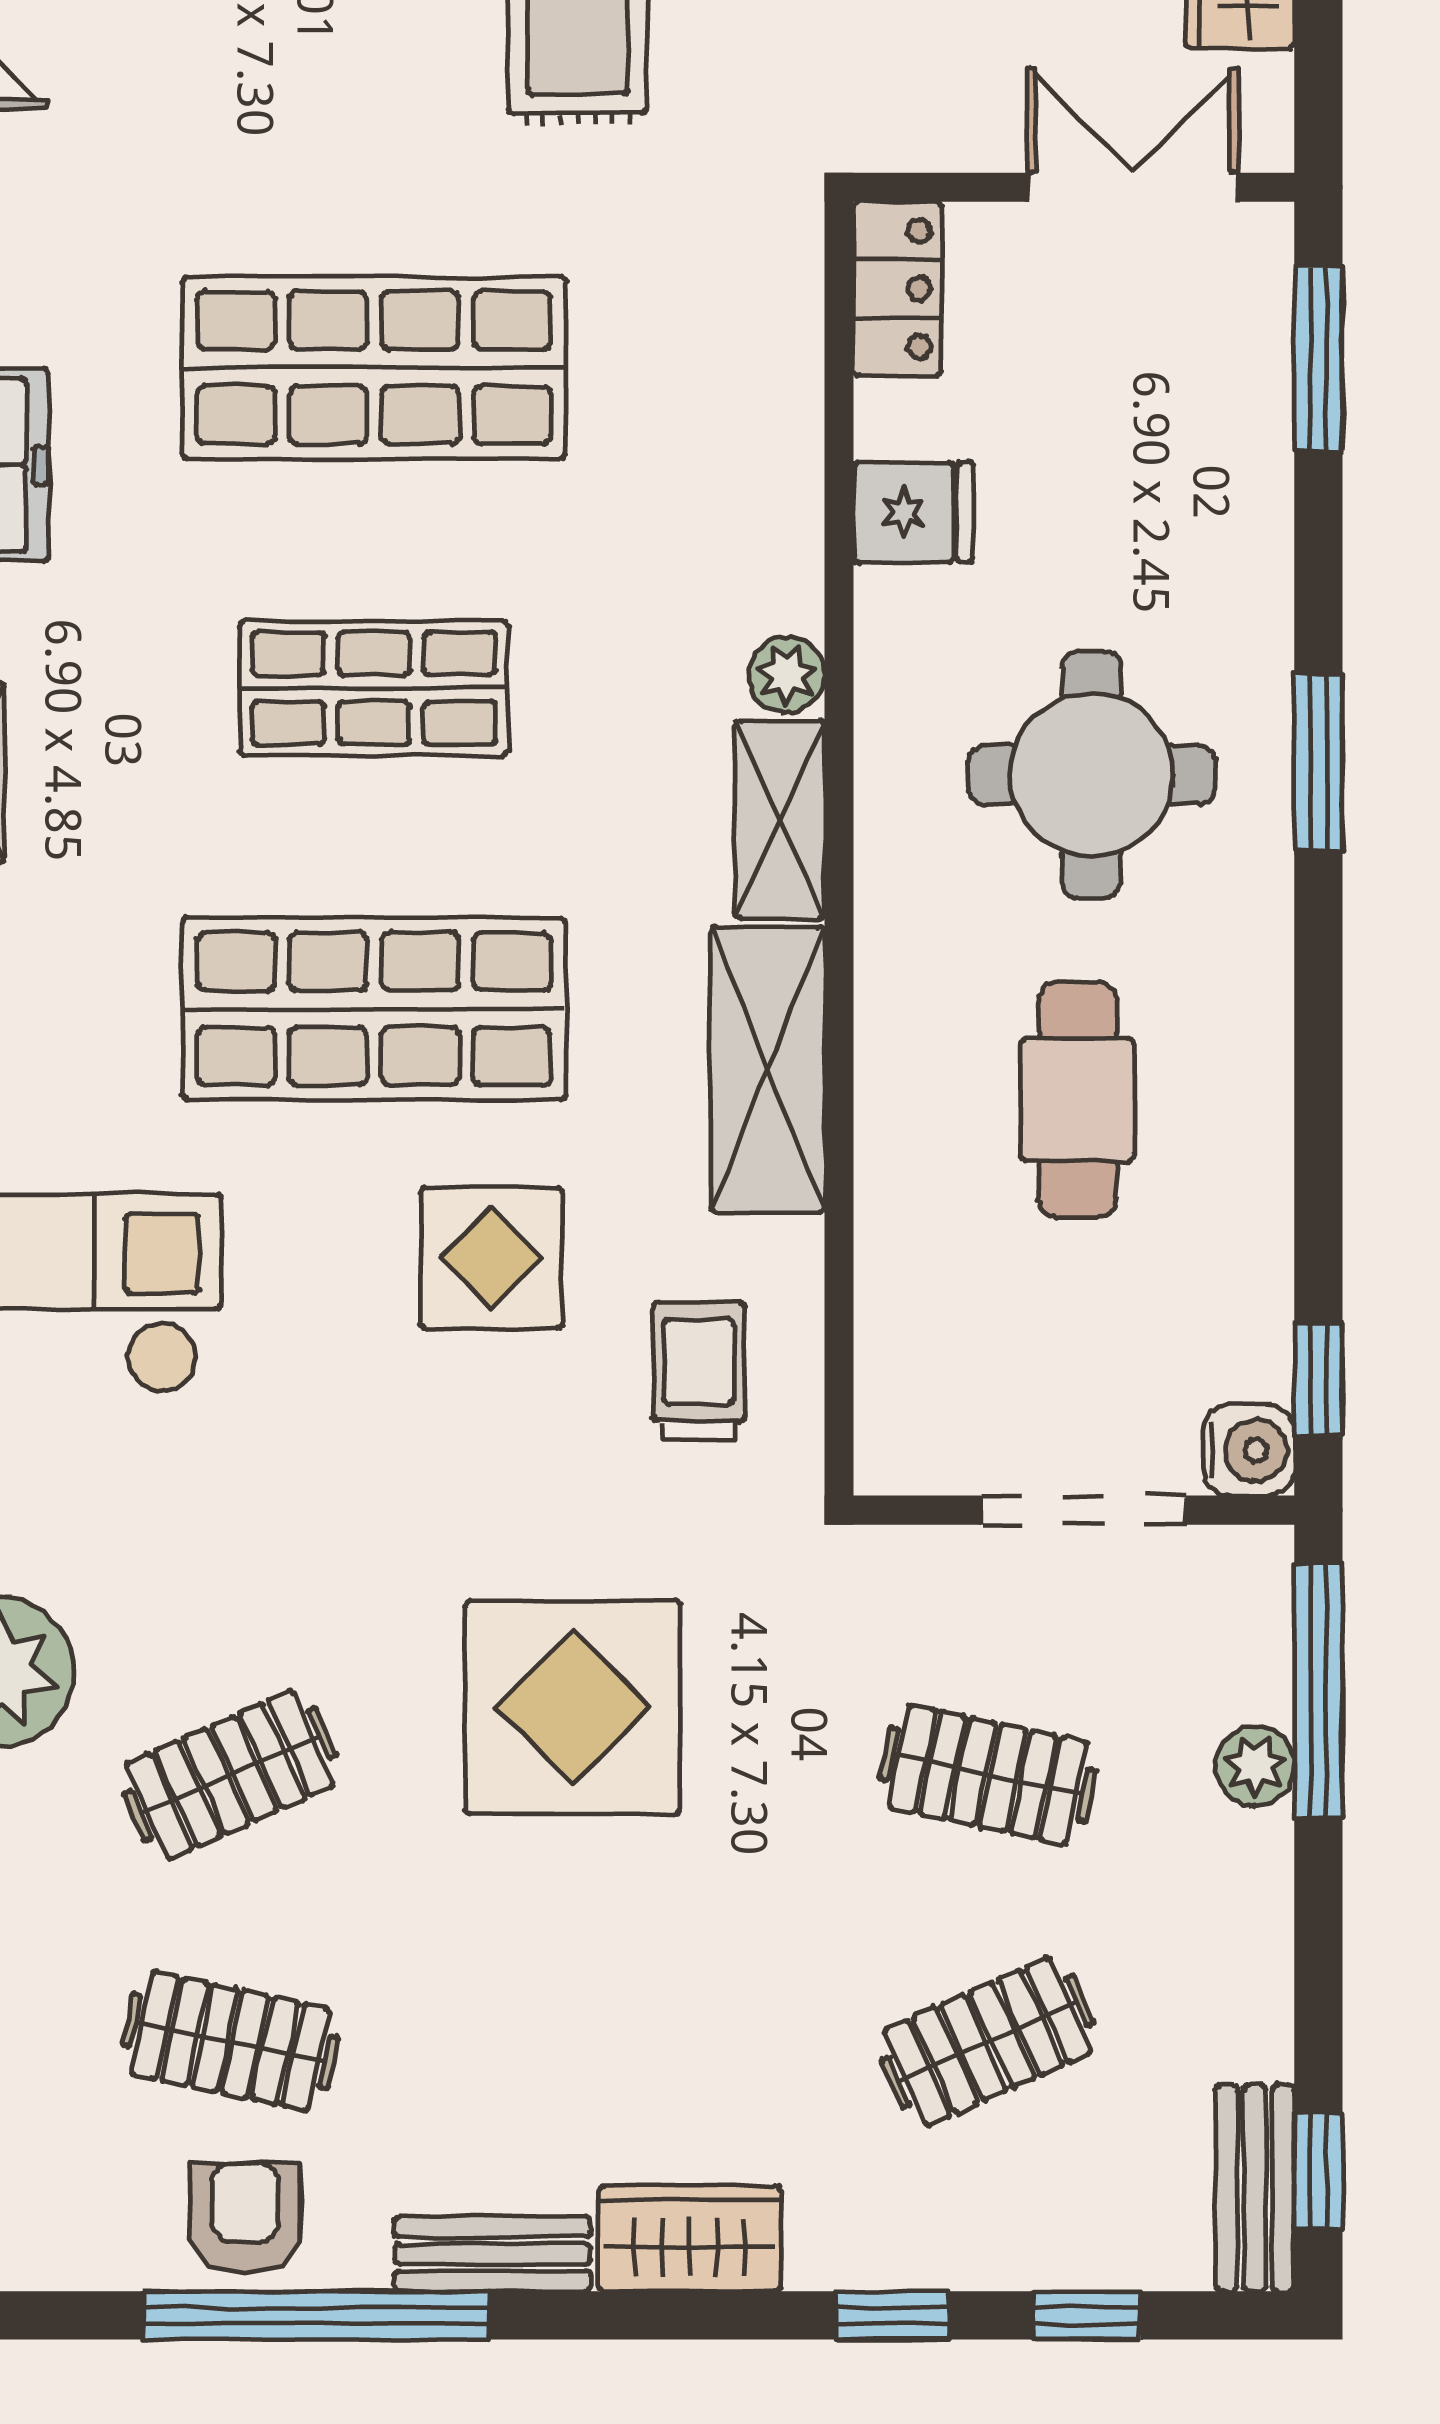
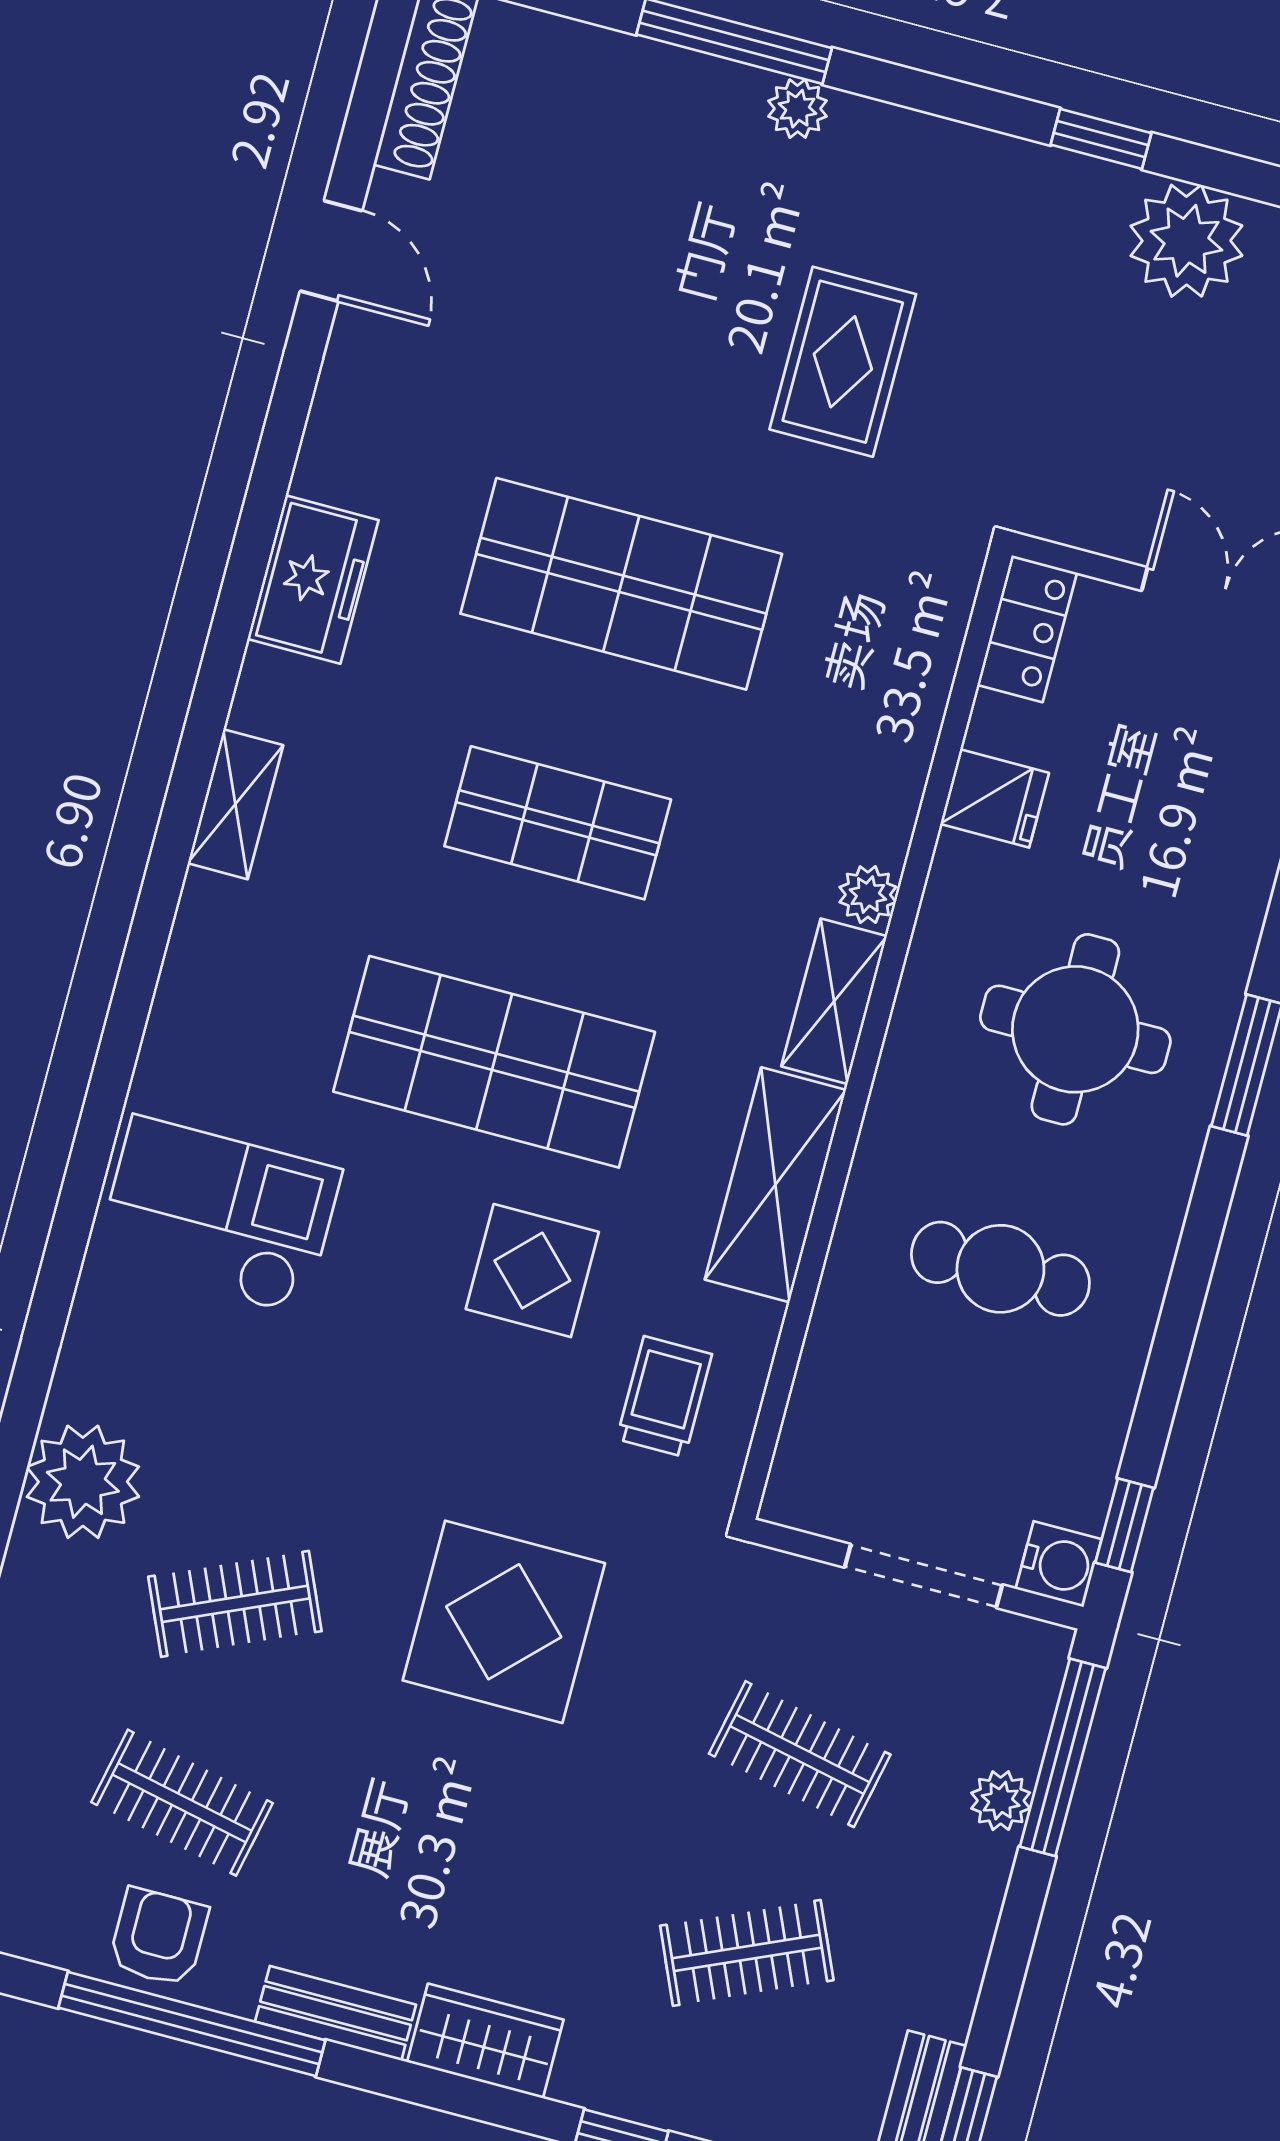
cafe table: (1078, 1099) -> (1000, 1269), turned 90

